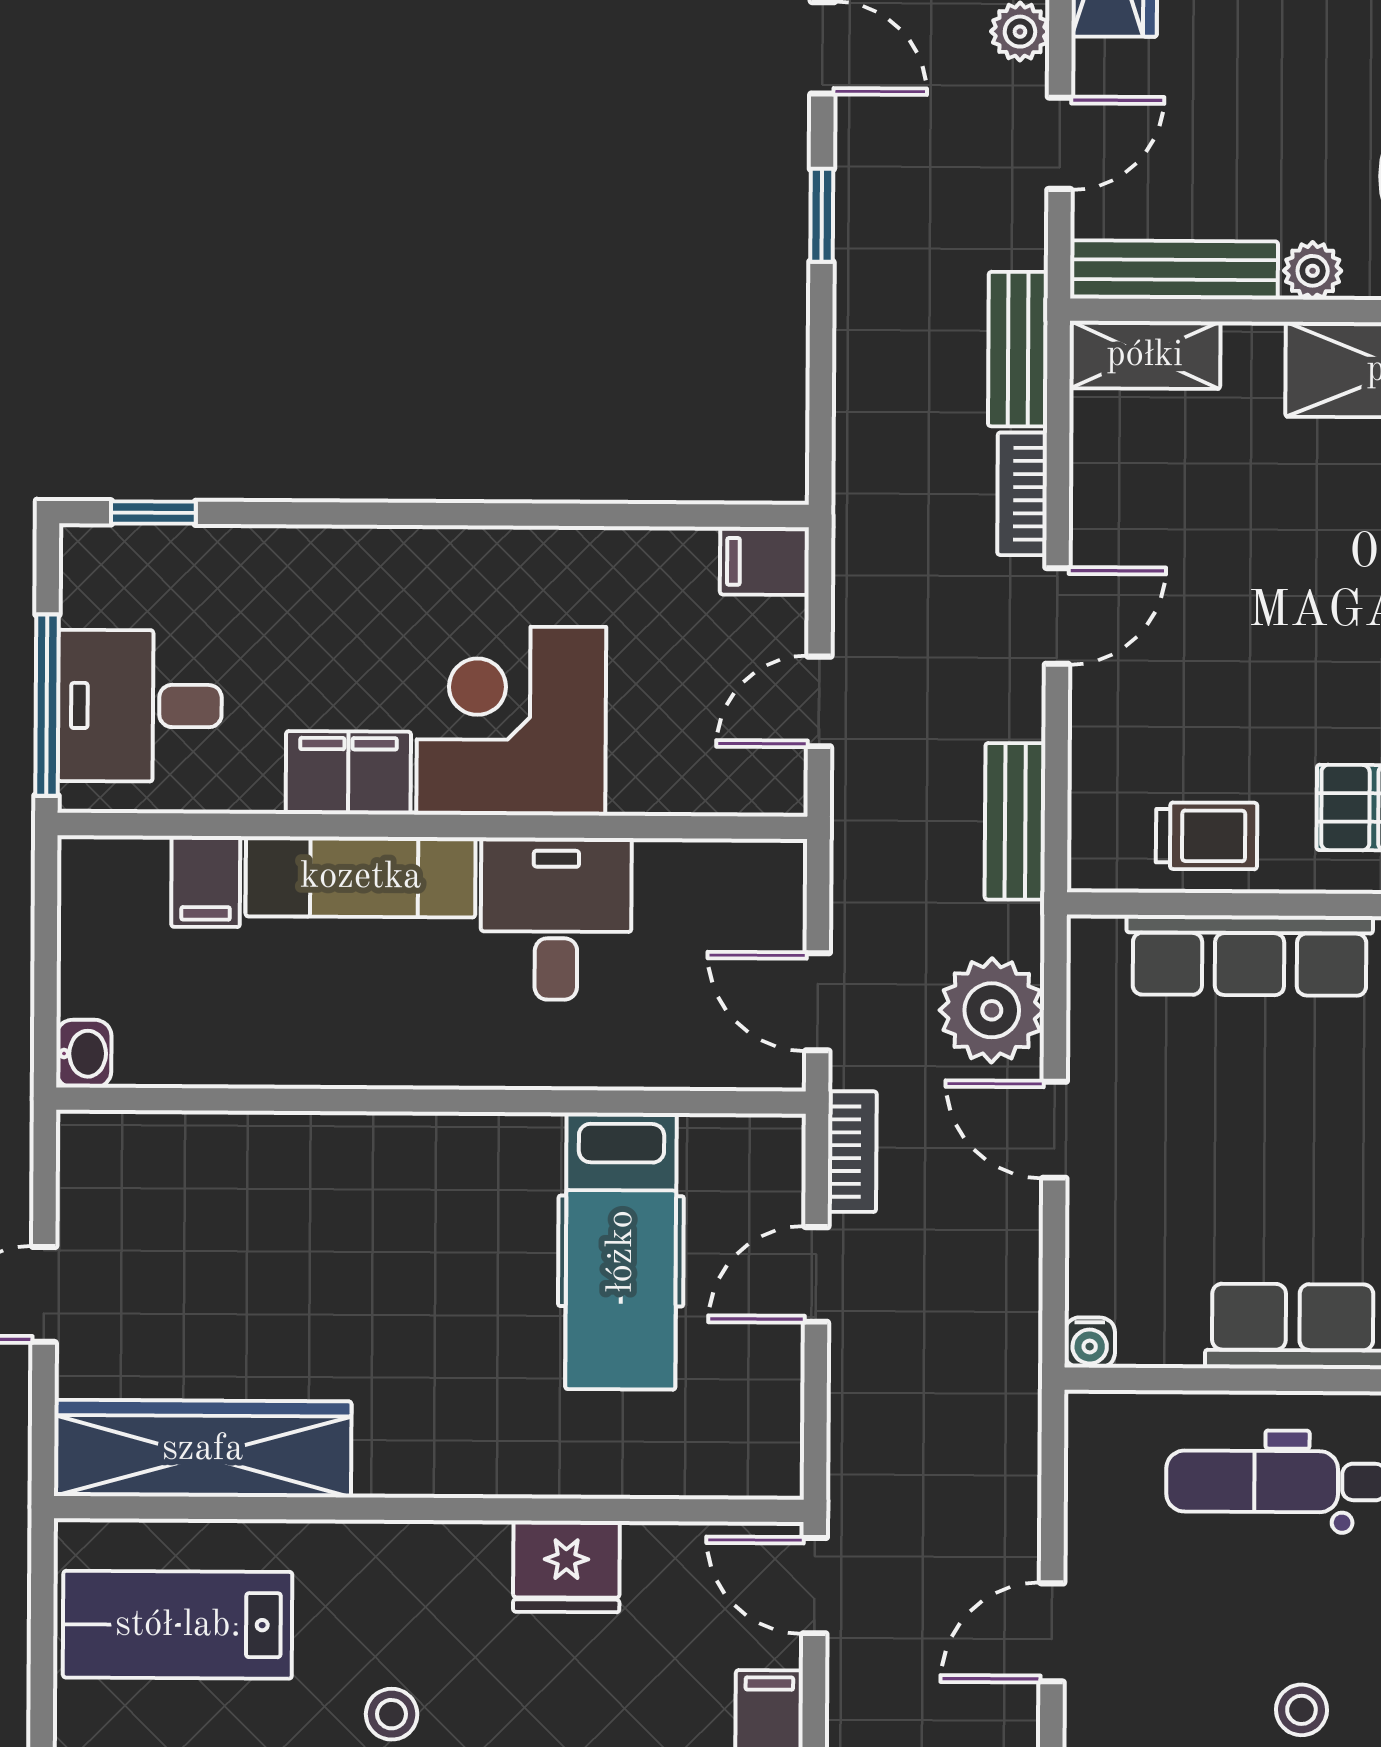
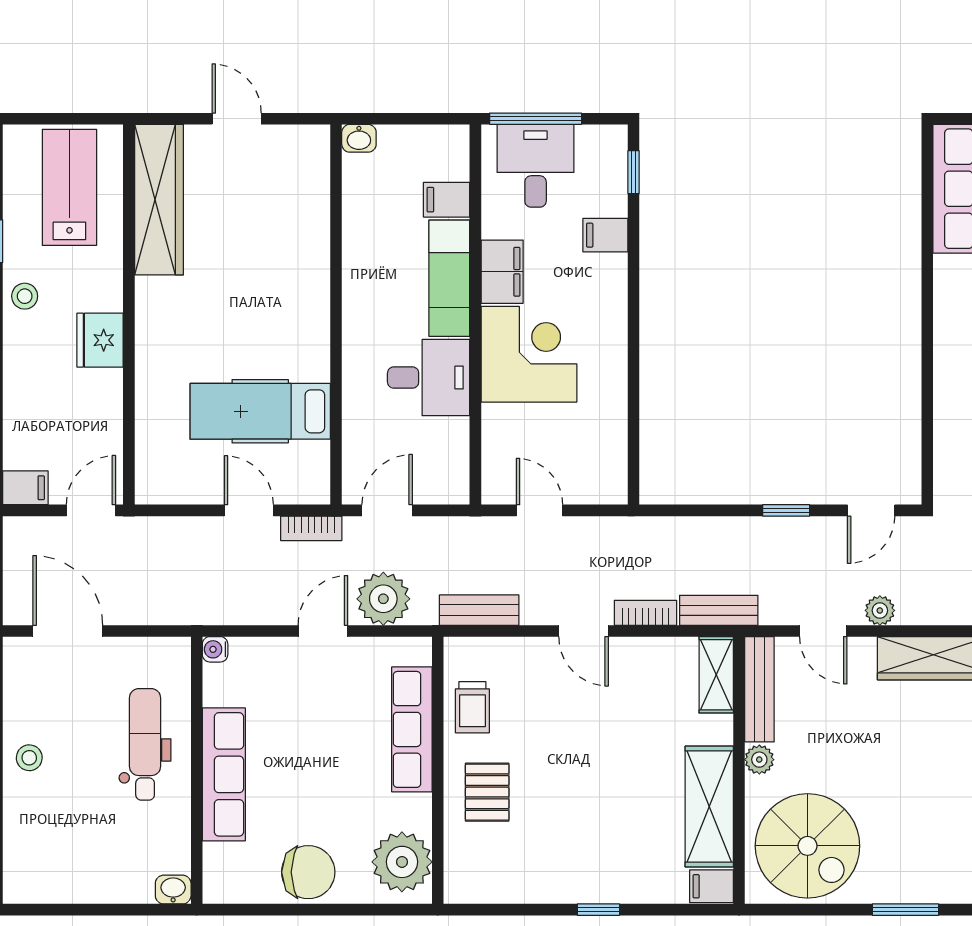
filing cabinet: (764, 562) -> (605, 235), moved, turned -90
fridge: (566, 1566) -> (100, 340), moved
door: (1052, 1632) -> (68, 631), width x1.38

